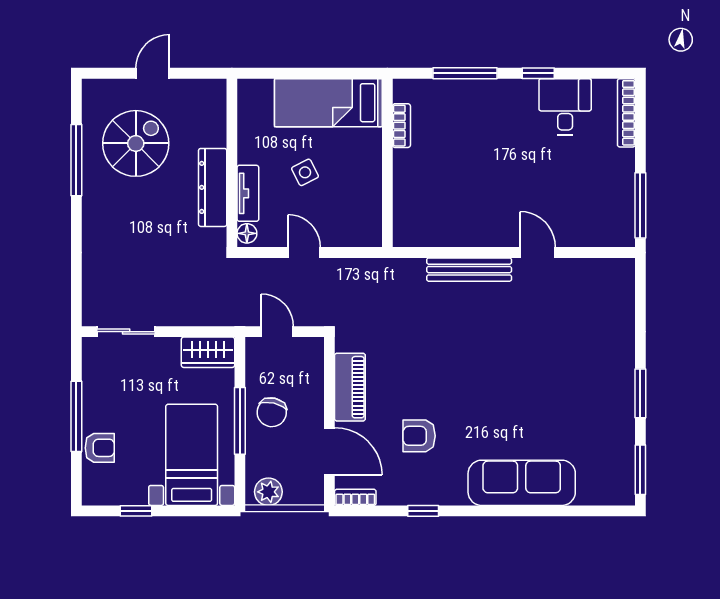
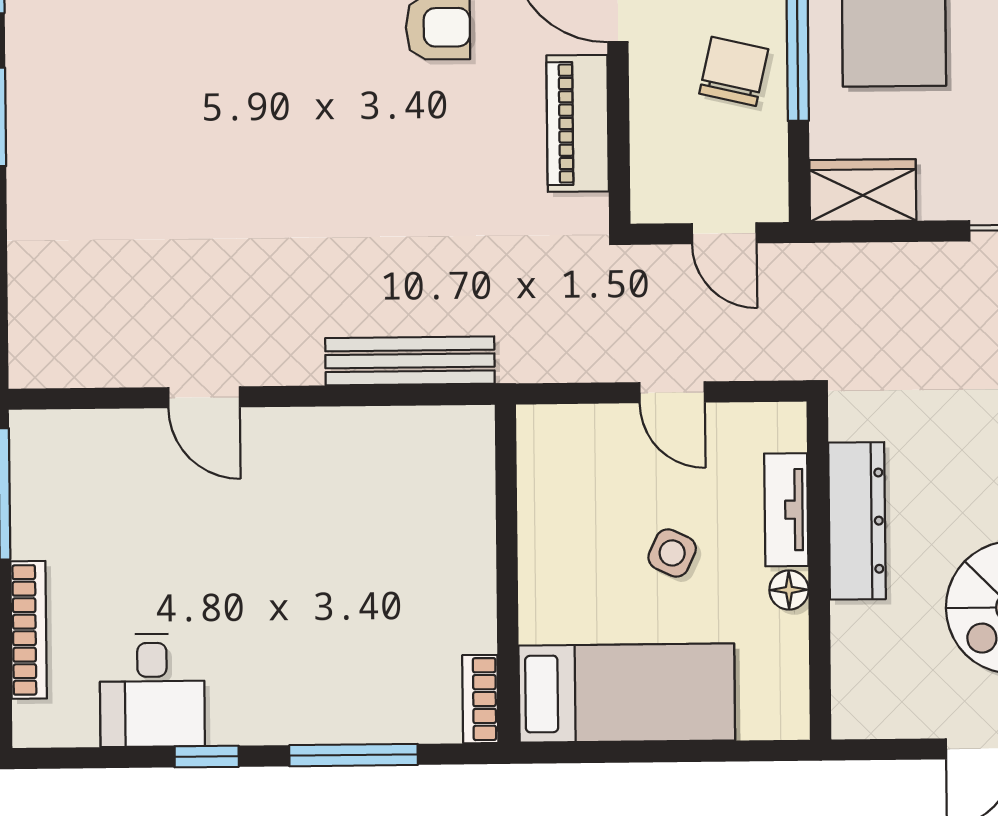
bookcase: (626, 113) -> (29, 630), moved
bookcase: (401, 126) -> (480, 699), moved
side table: (305, 172) -> (672, 553), turned -38
floor lamp: (247, 233) -> (789, 590), moved
bench: (469, 270) -> (410, 361), moved

